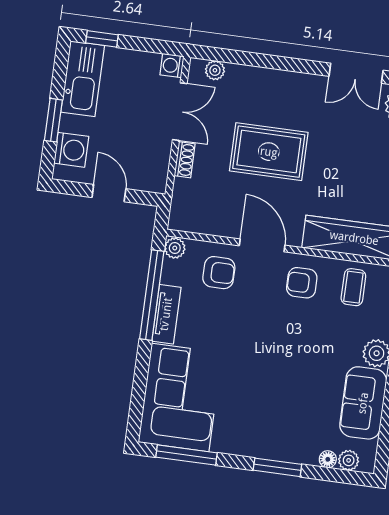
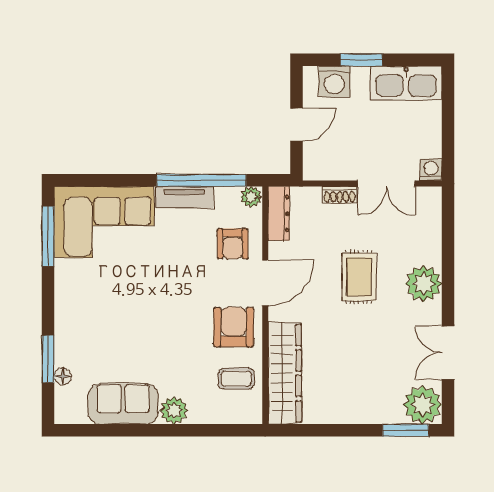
window: (102, 39) -> (448, 97), removed
plant: (215, 70) -> (424, 284), moved, width x1.87, depth x1.87
rug: (269, 152) -> (359, 277), width x0.73, depth x0.70
dresser: (195, 223) -> (279, 214), added
armchair: (302, 283) -> (234, 327), width x1.38, depth x1.38
plant: (349, 460) -> (64, 397), removed
window: (277, 467) -> (48, 359), moved

